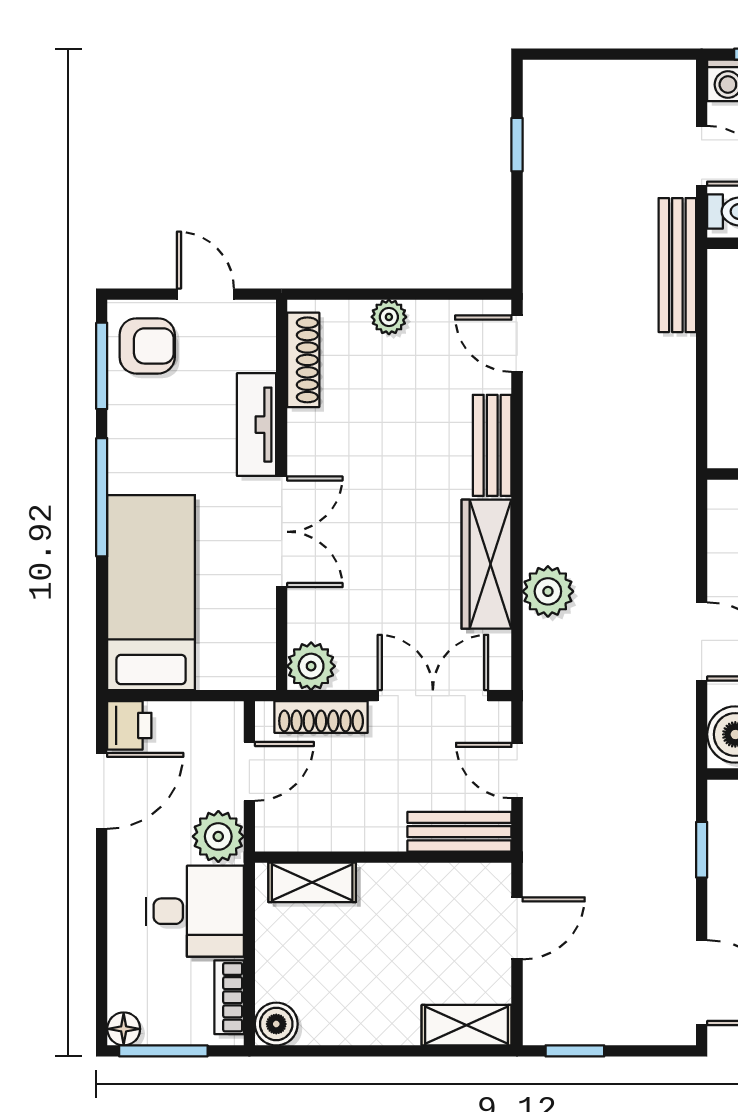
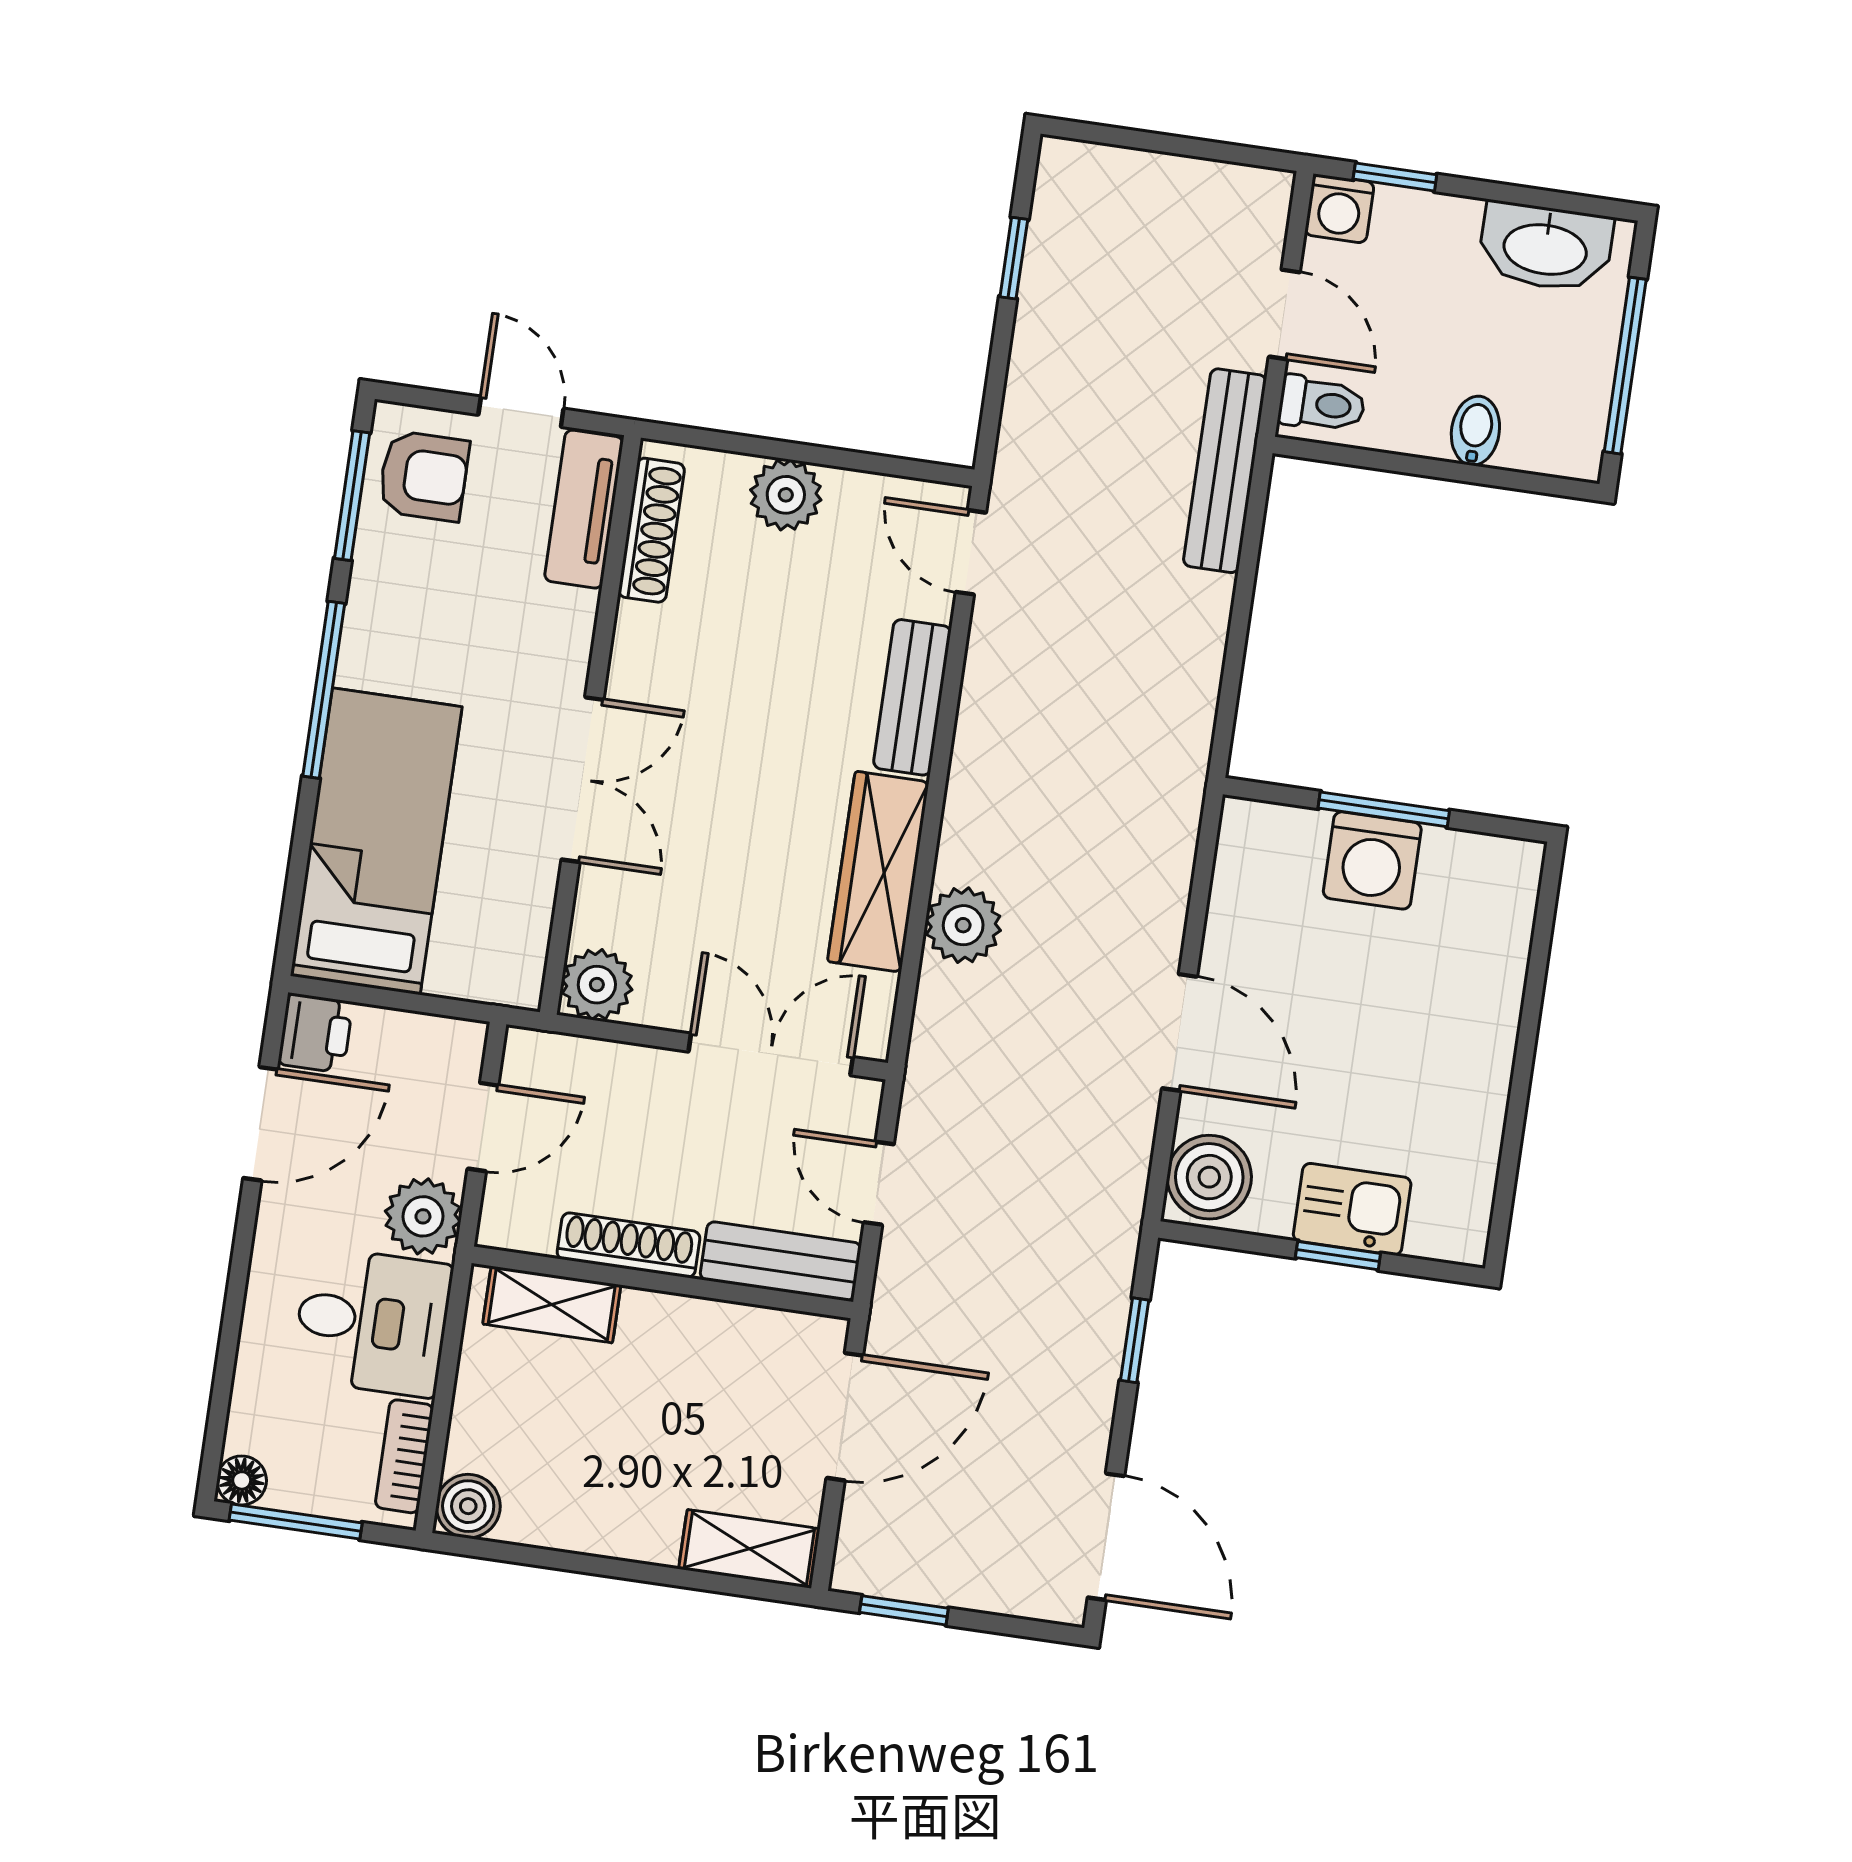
plant: (389, 317) -> (786, 495), width x1.38, depth x1.38
tv unit: (257, 425) -> (584, 509), moved
shoe rack: (321, 717) -> (628, 1245), moved, turned 180
door: (517, 928) -> (845, 1417), width x1.38

